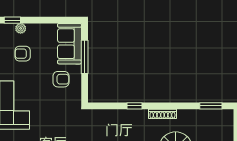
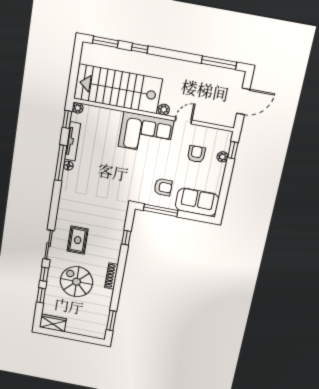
window: (85, 57) -> (161, 210), moved
armchair: (61, 79) -> (163, 187), turned -90
window: (134, 106) -> (126, 238), moved

